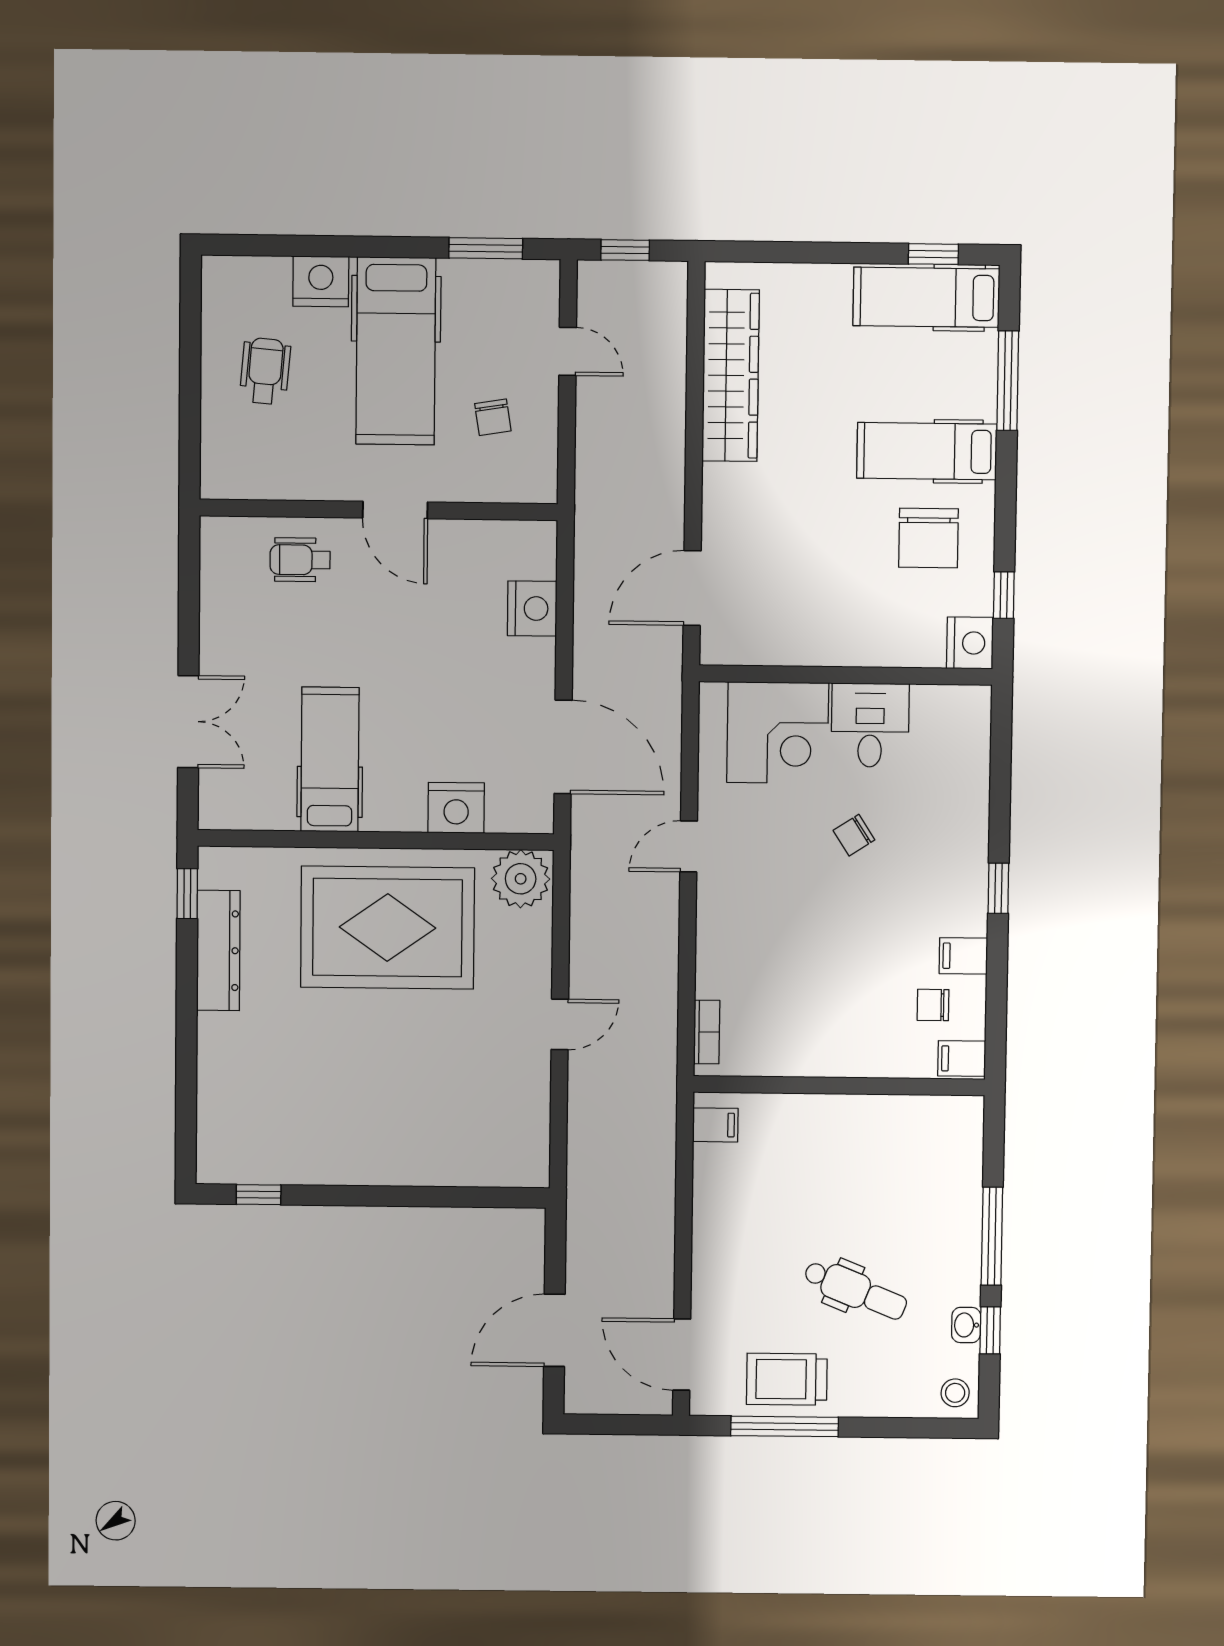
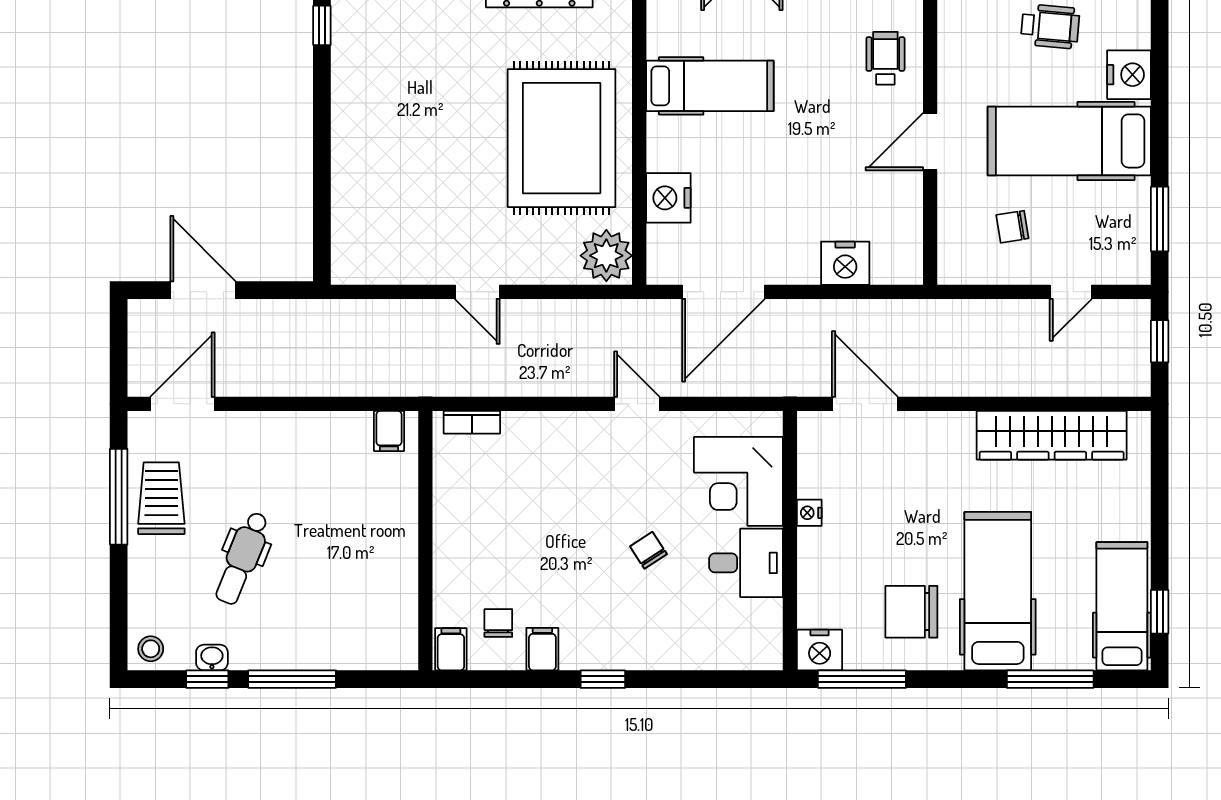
hospital bed: (927, 451) -> (998, 591), width x1.37, depth x1.29
window: (1004, 595) -> (862, 679), width x2.17
nightstand: (814, 653) -> (809, 513), added

